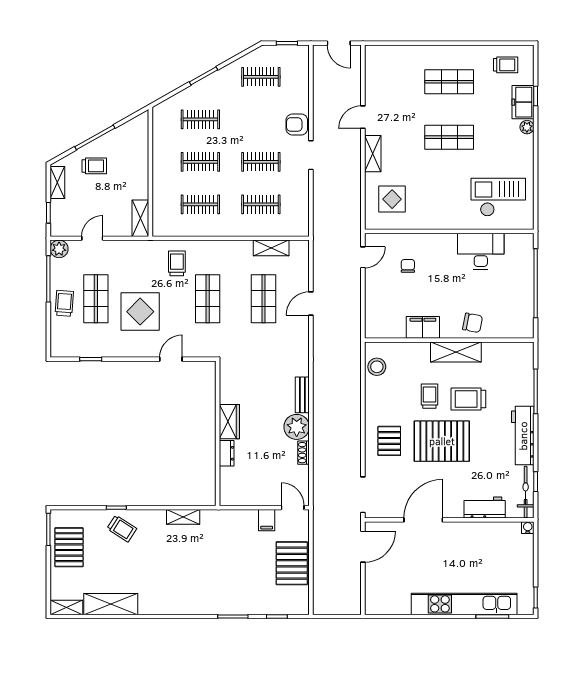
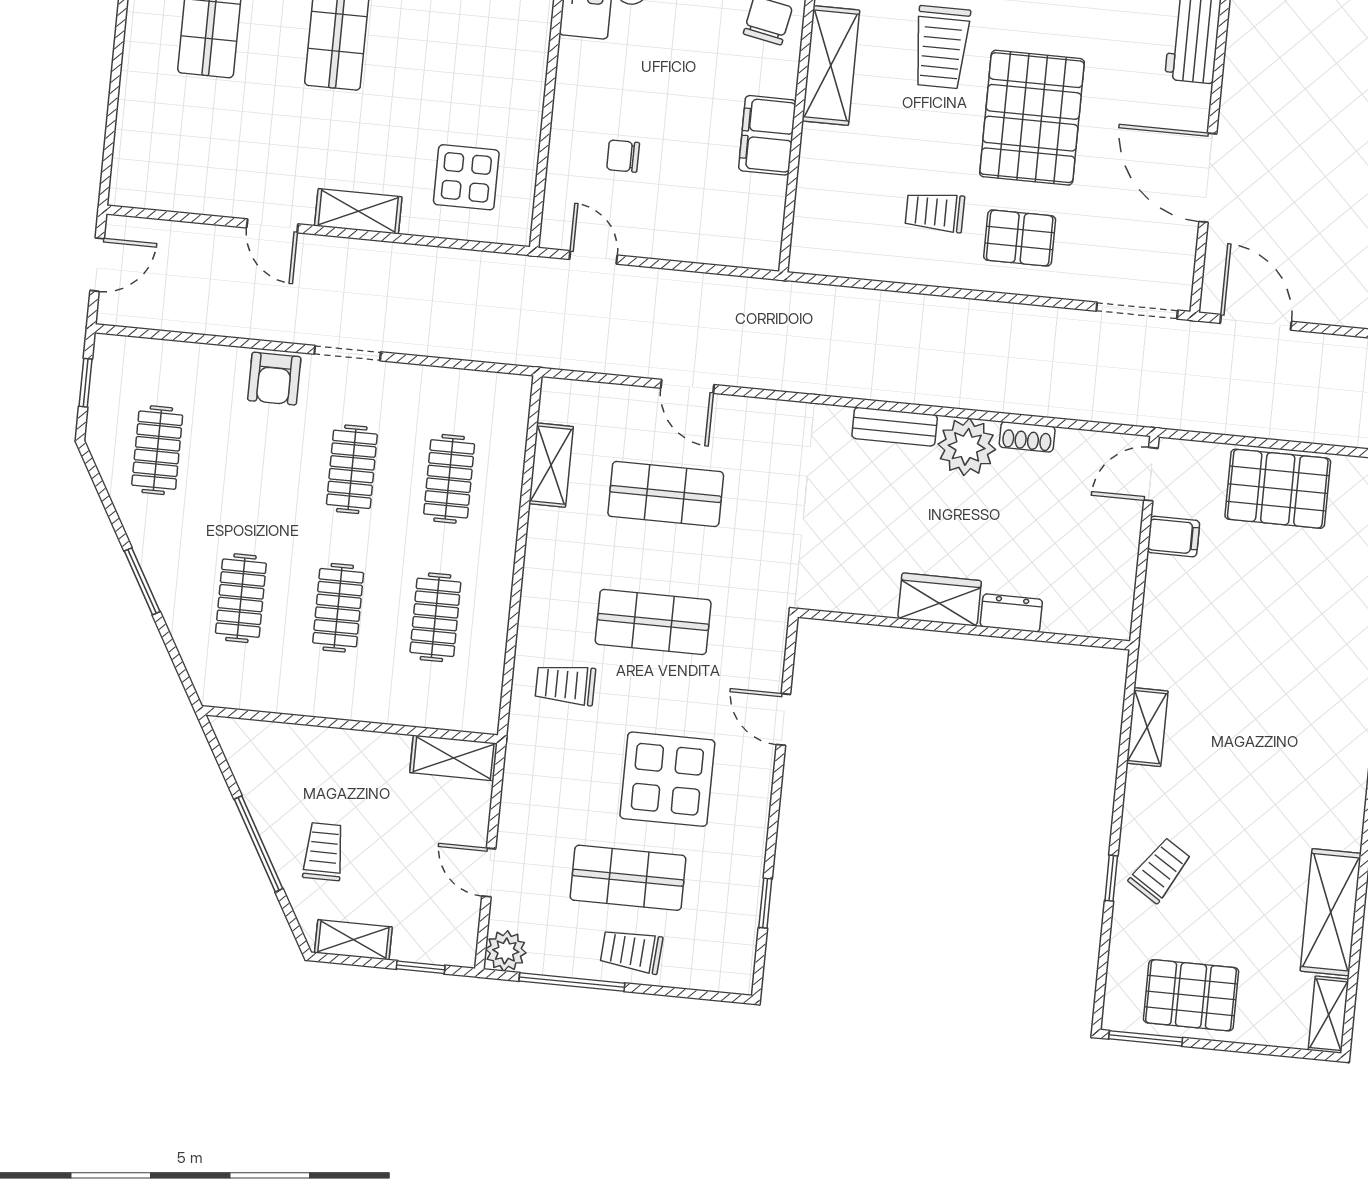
stool: (377, 367) -> (847, 250), removed
trolley: (429, 396) -> (935, 212), moved

